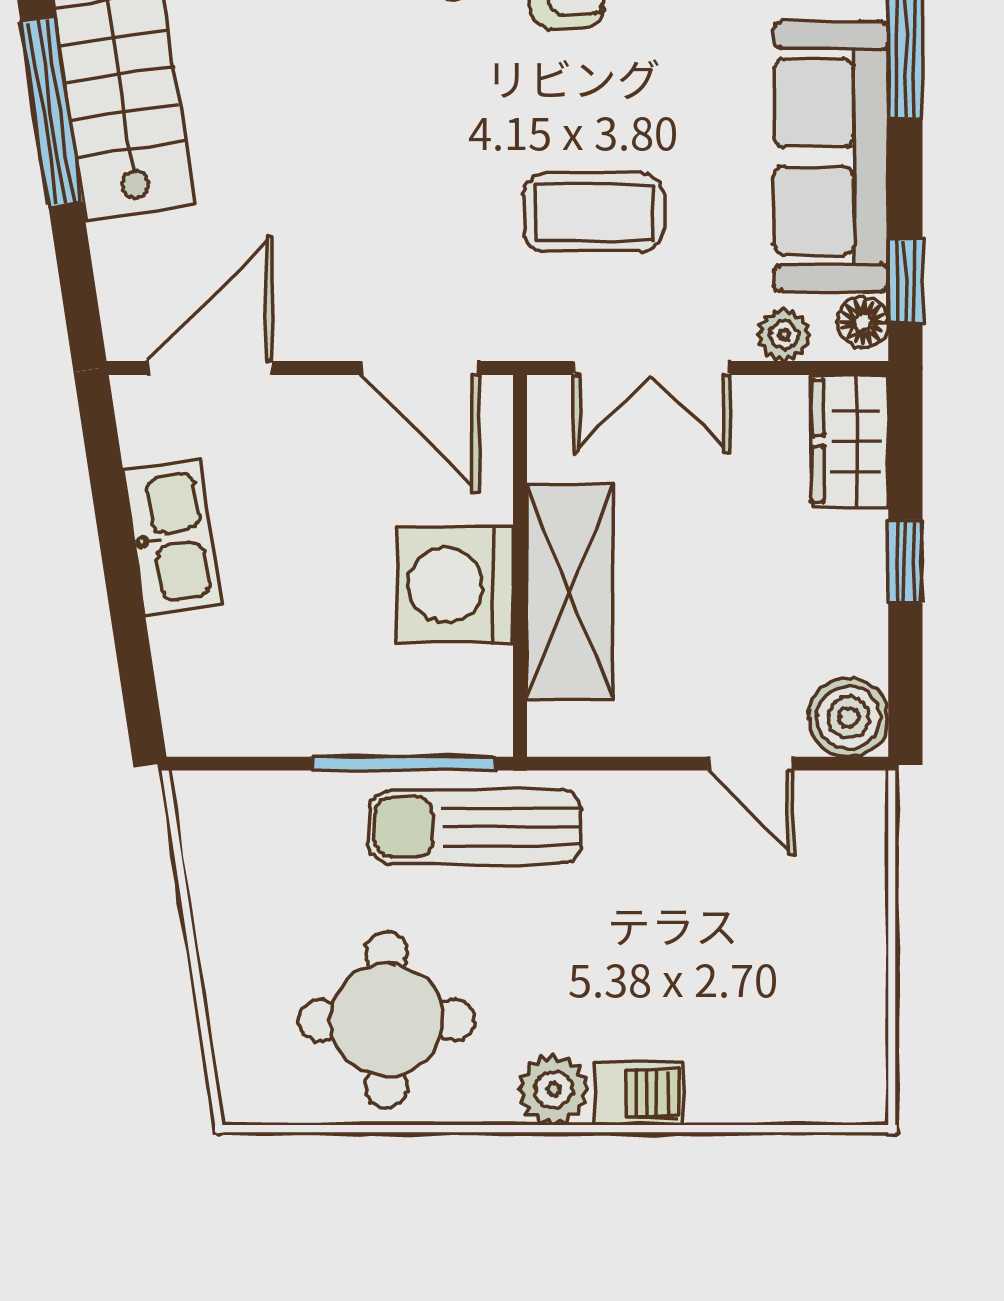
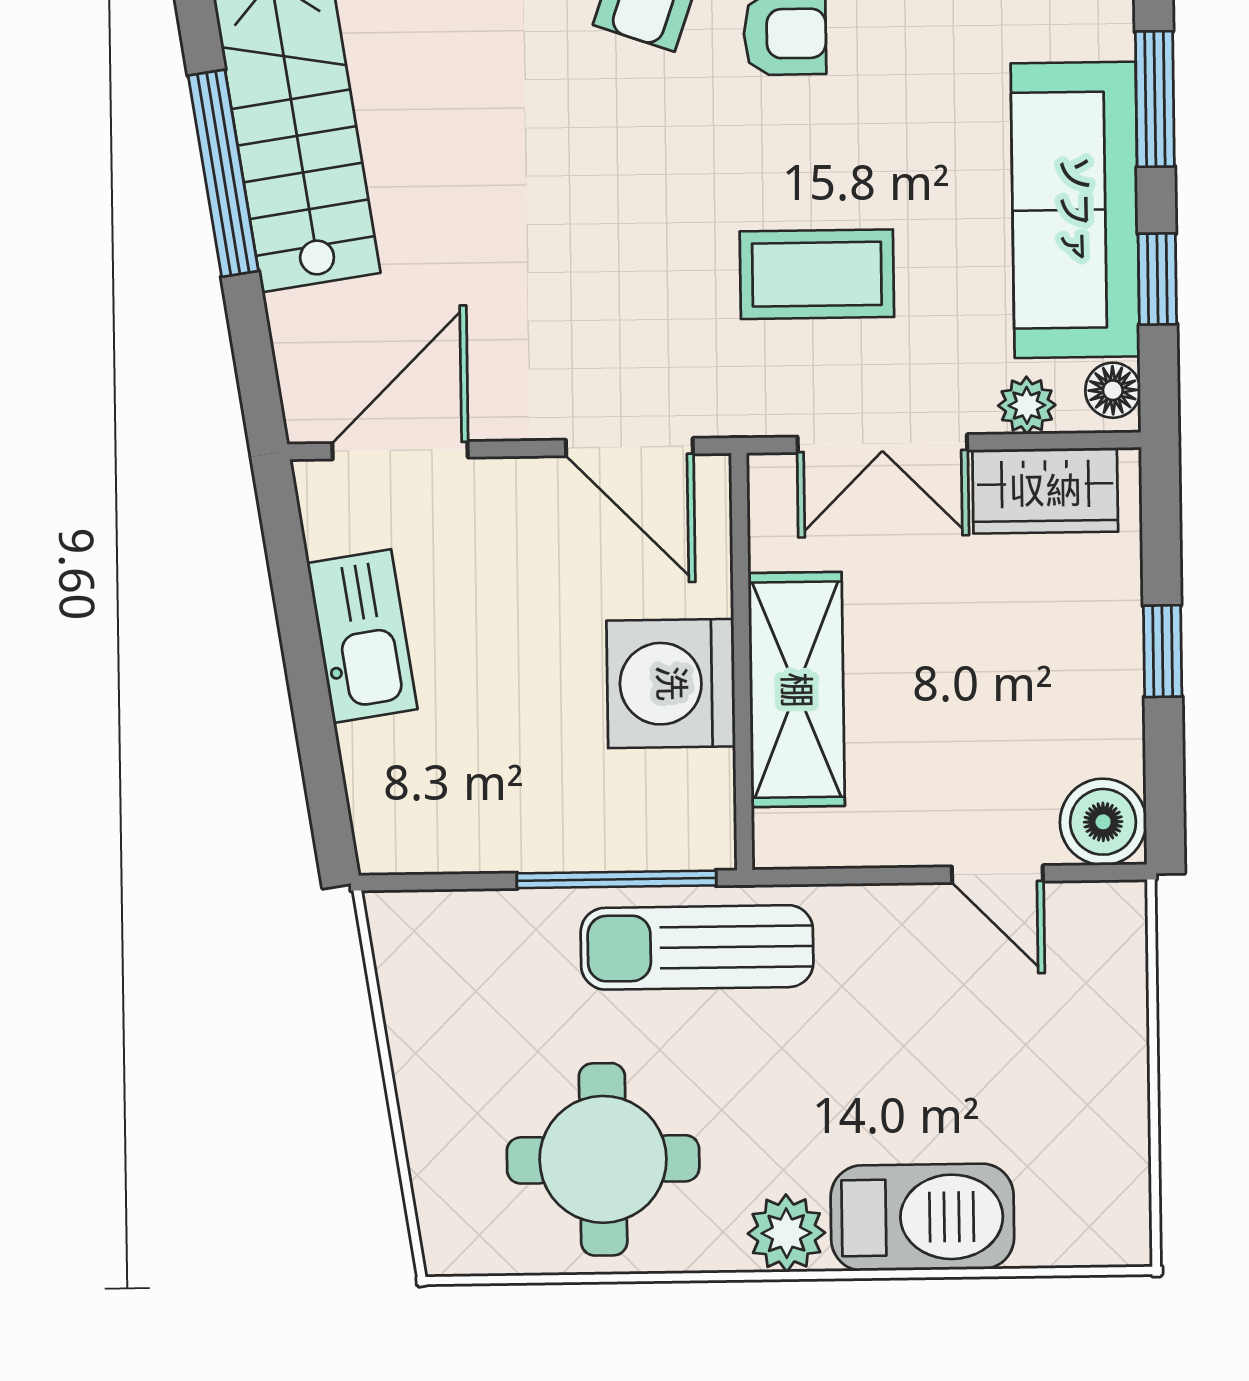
window: (905, 281) -> (1157, 279), moved
wardrobe: (850, 441) -> (1045, 491), moved, turned -90
barbecue: (639, 1094) -> (922, 1217), width x1.88, depth x1.53

